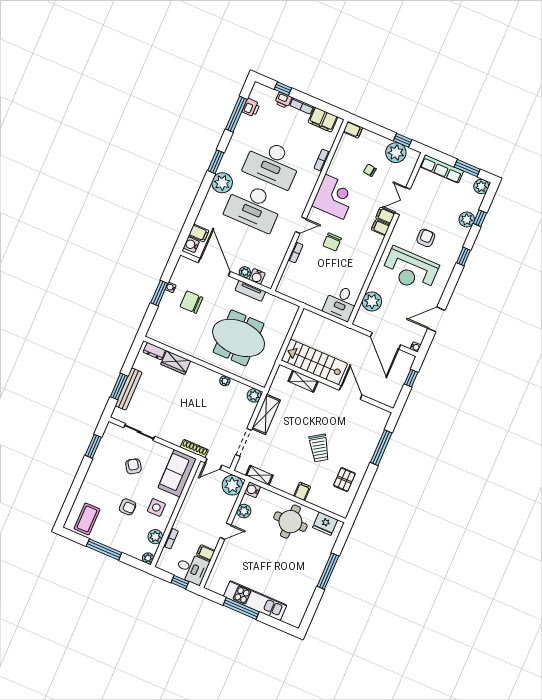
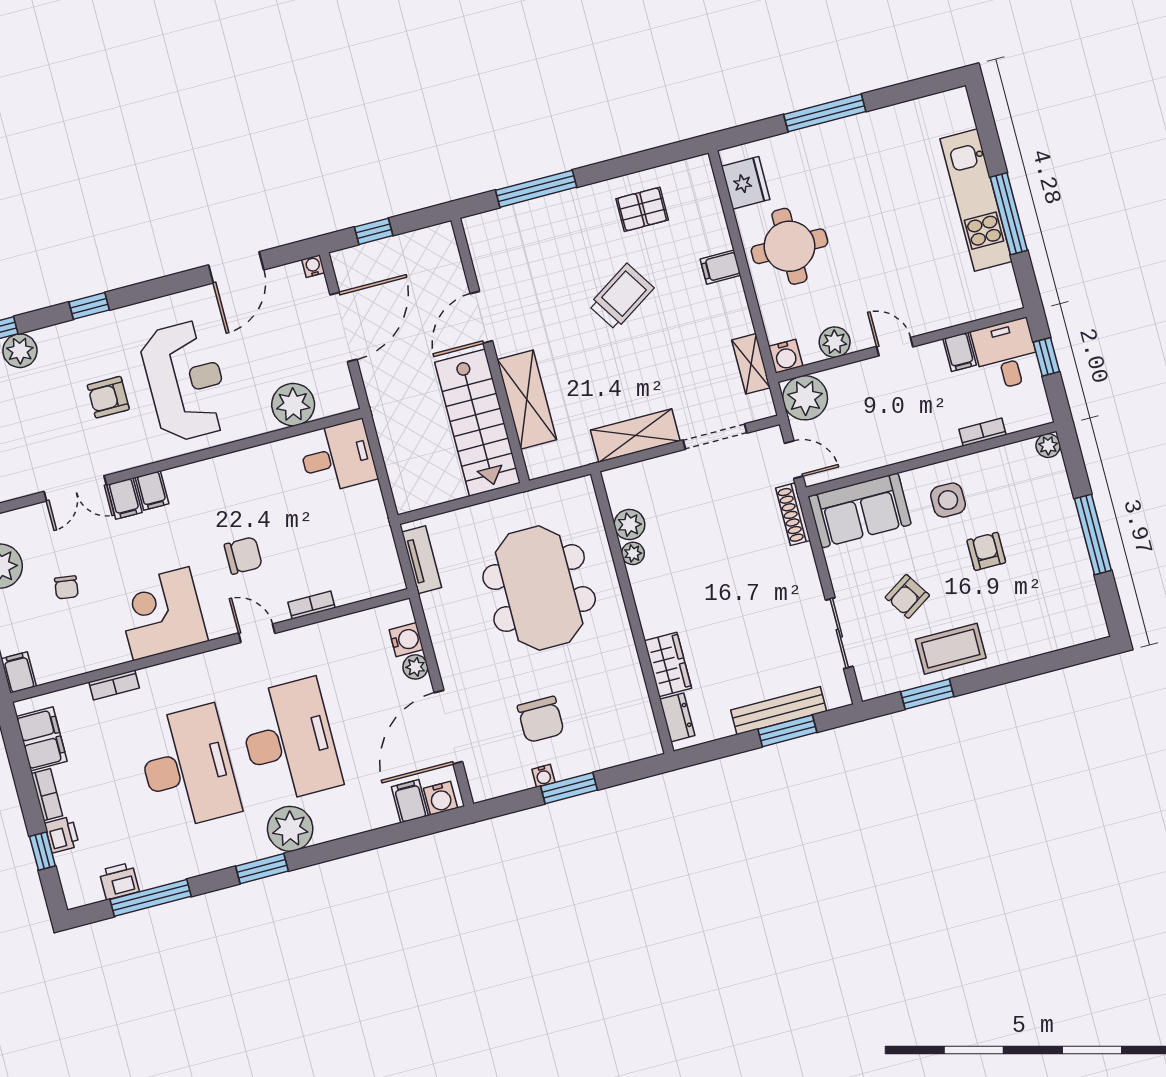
tv unit: (250, 291) -> (422, 560), moved
door: (436, 319) -> (236, 267), hinge flipped
shelving: (303, 381) -> (527, 400), width x1.50, depth x1.33
plant: (254, 395) -> (629, 525), moved
coffee table: (87, 519) -> (951, 649), moved
plant: (155, 537) -> (1000, 462), removed

